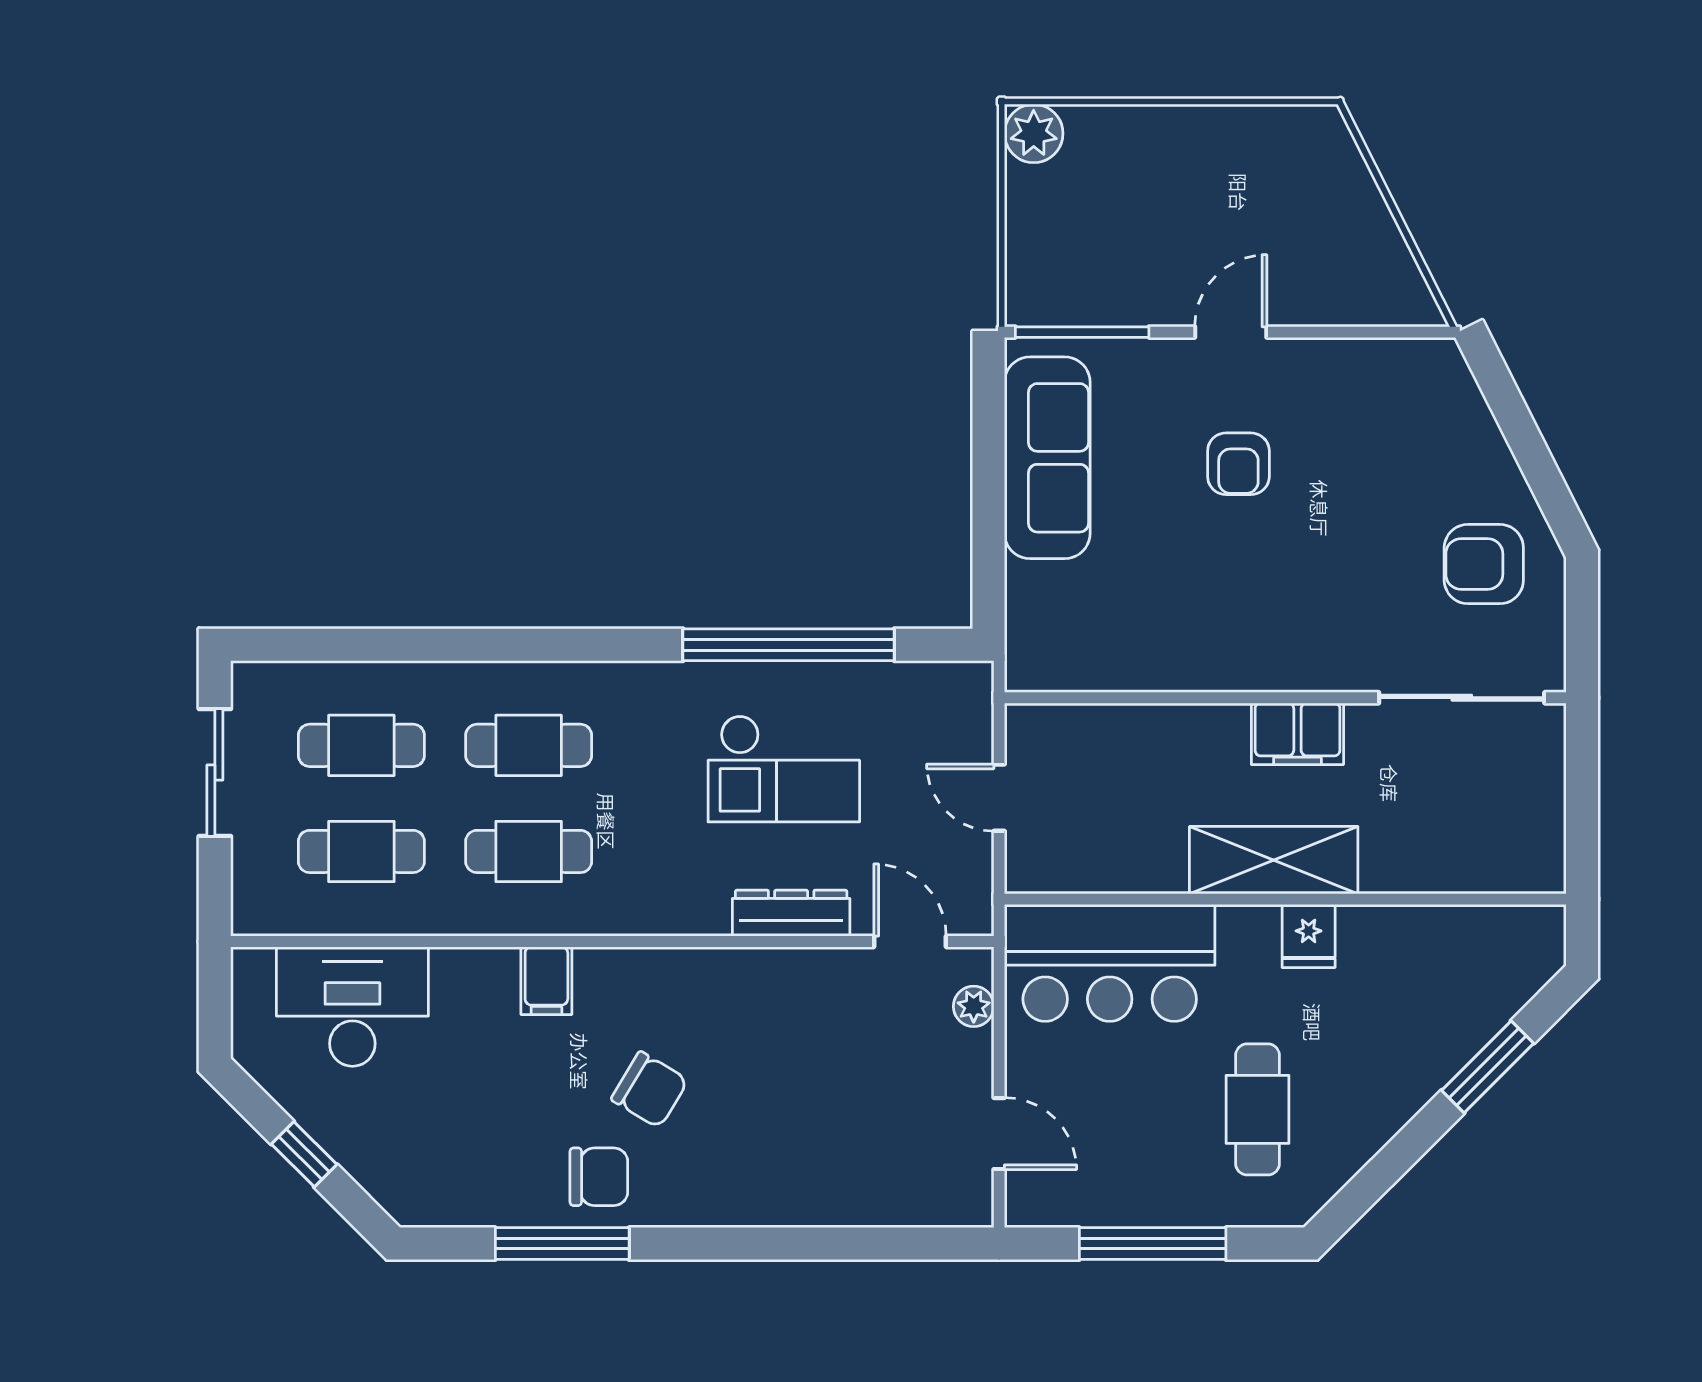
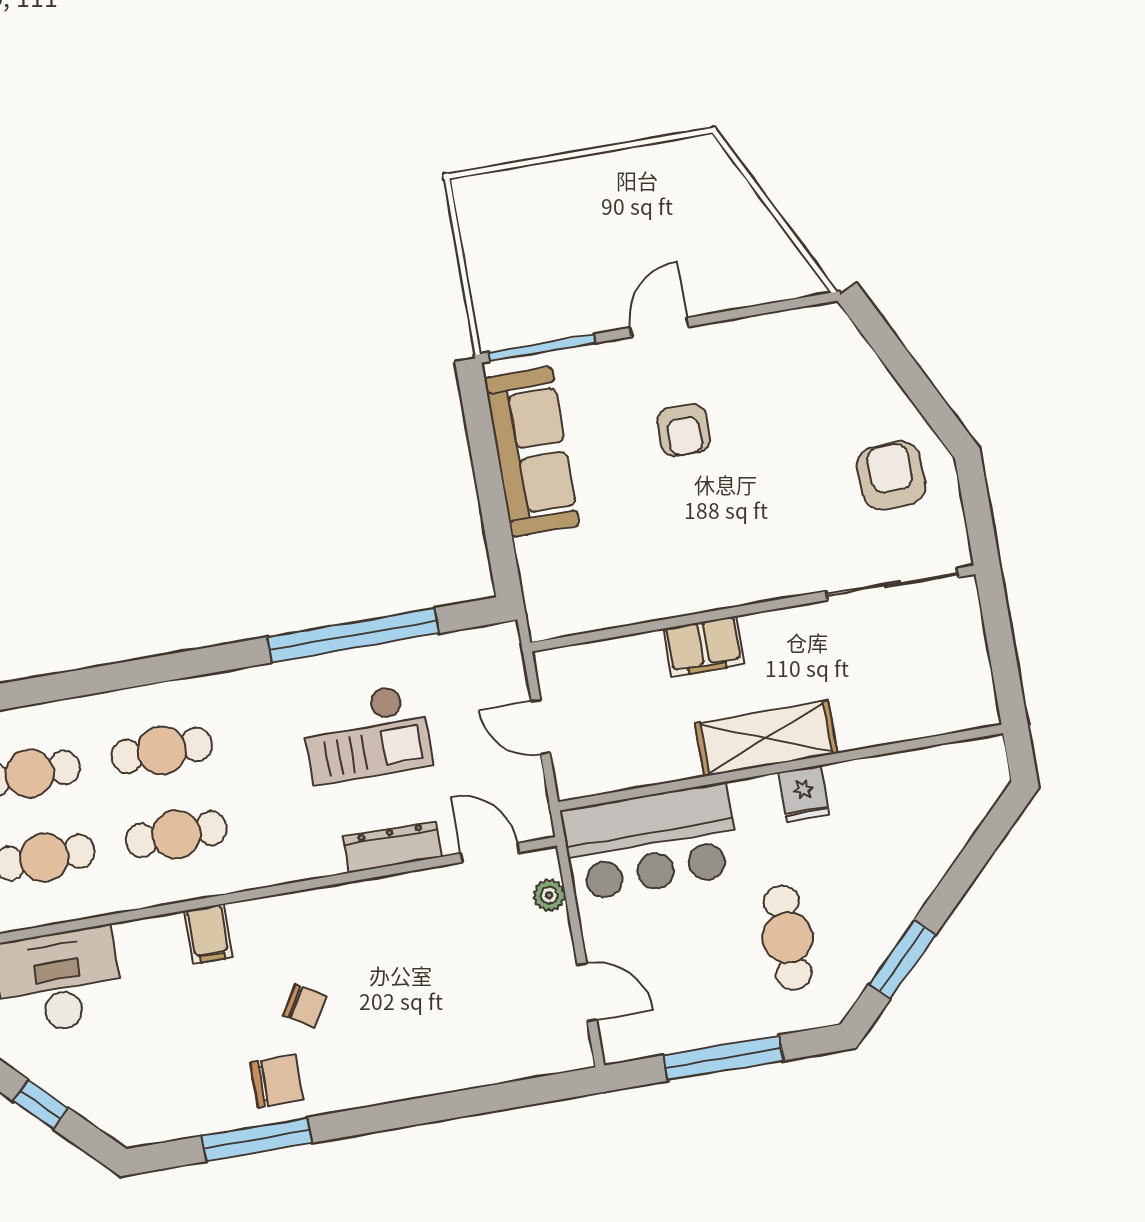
plant: (1034, 133) -> (476, 197), removed
armchair: (1484, 564) -> (891, 476), turned 88
filing cabinet: (1297, 734) -> (704, 646), moved
window: (1488, 1067) -> (902, 959), moved
chair: (650, 1090) -> (305, 1006), width x0.73, depth x0.73

